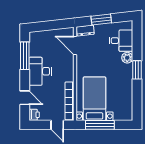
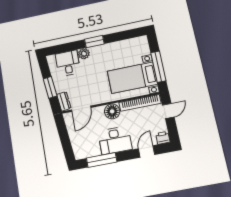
floor lamp: (67, 74) -> (112, 111), added

